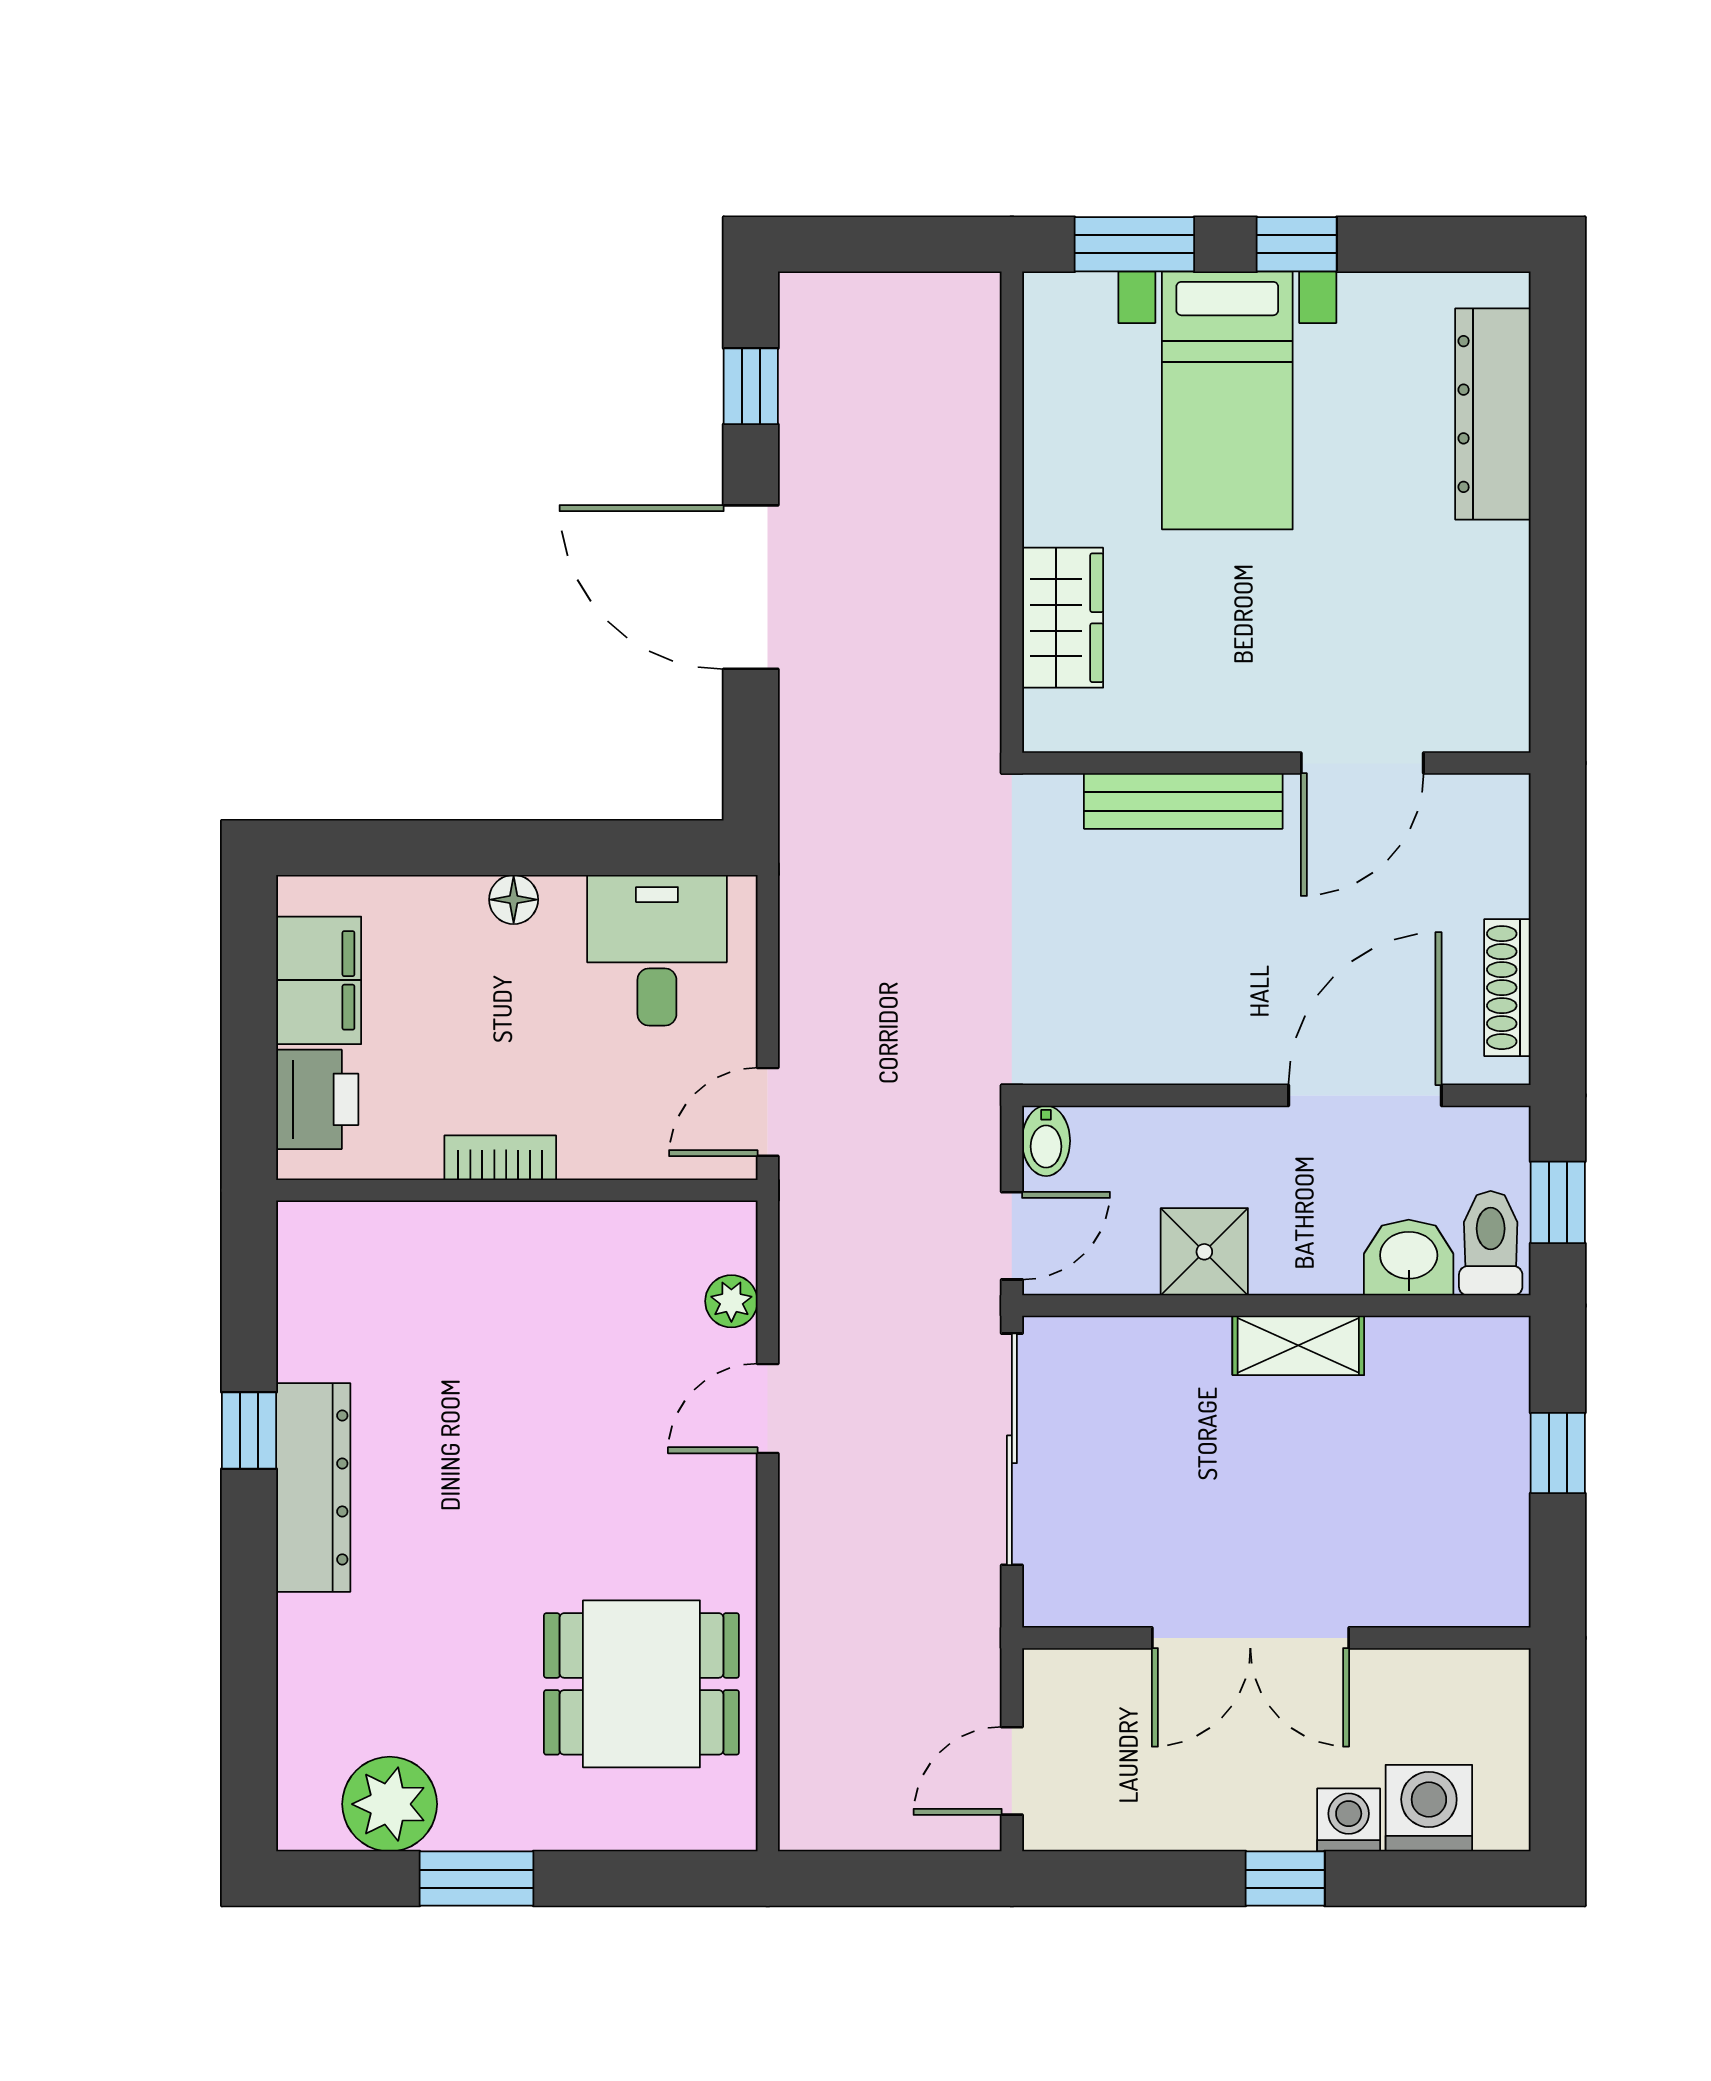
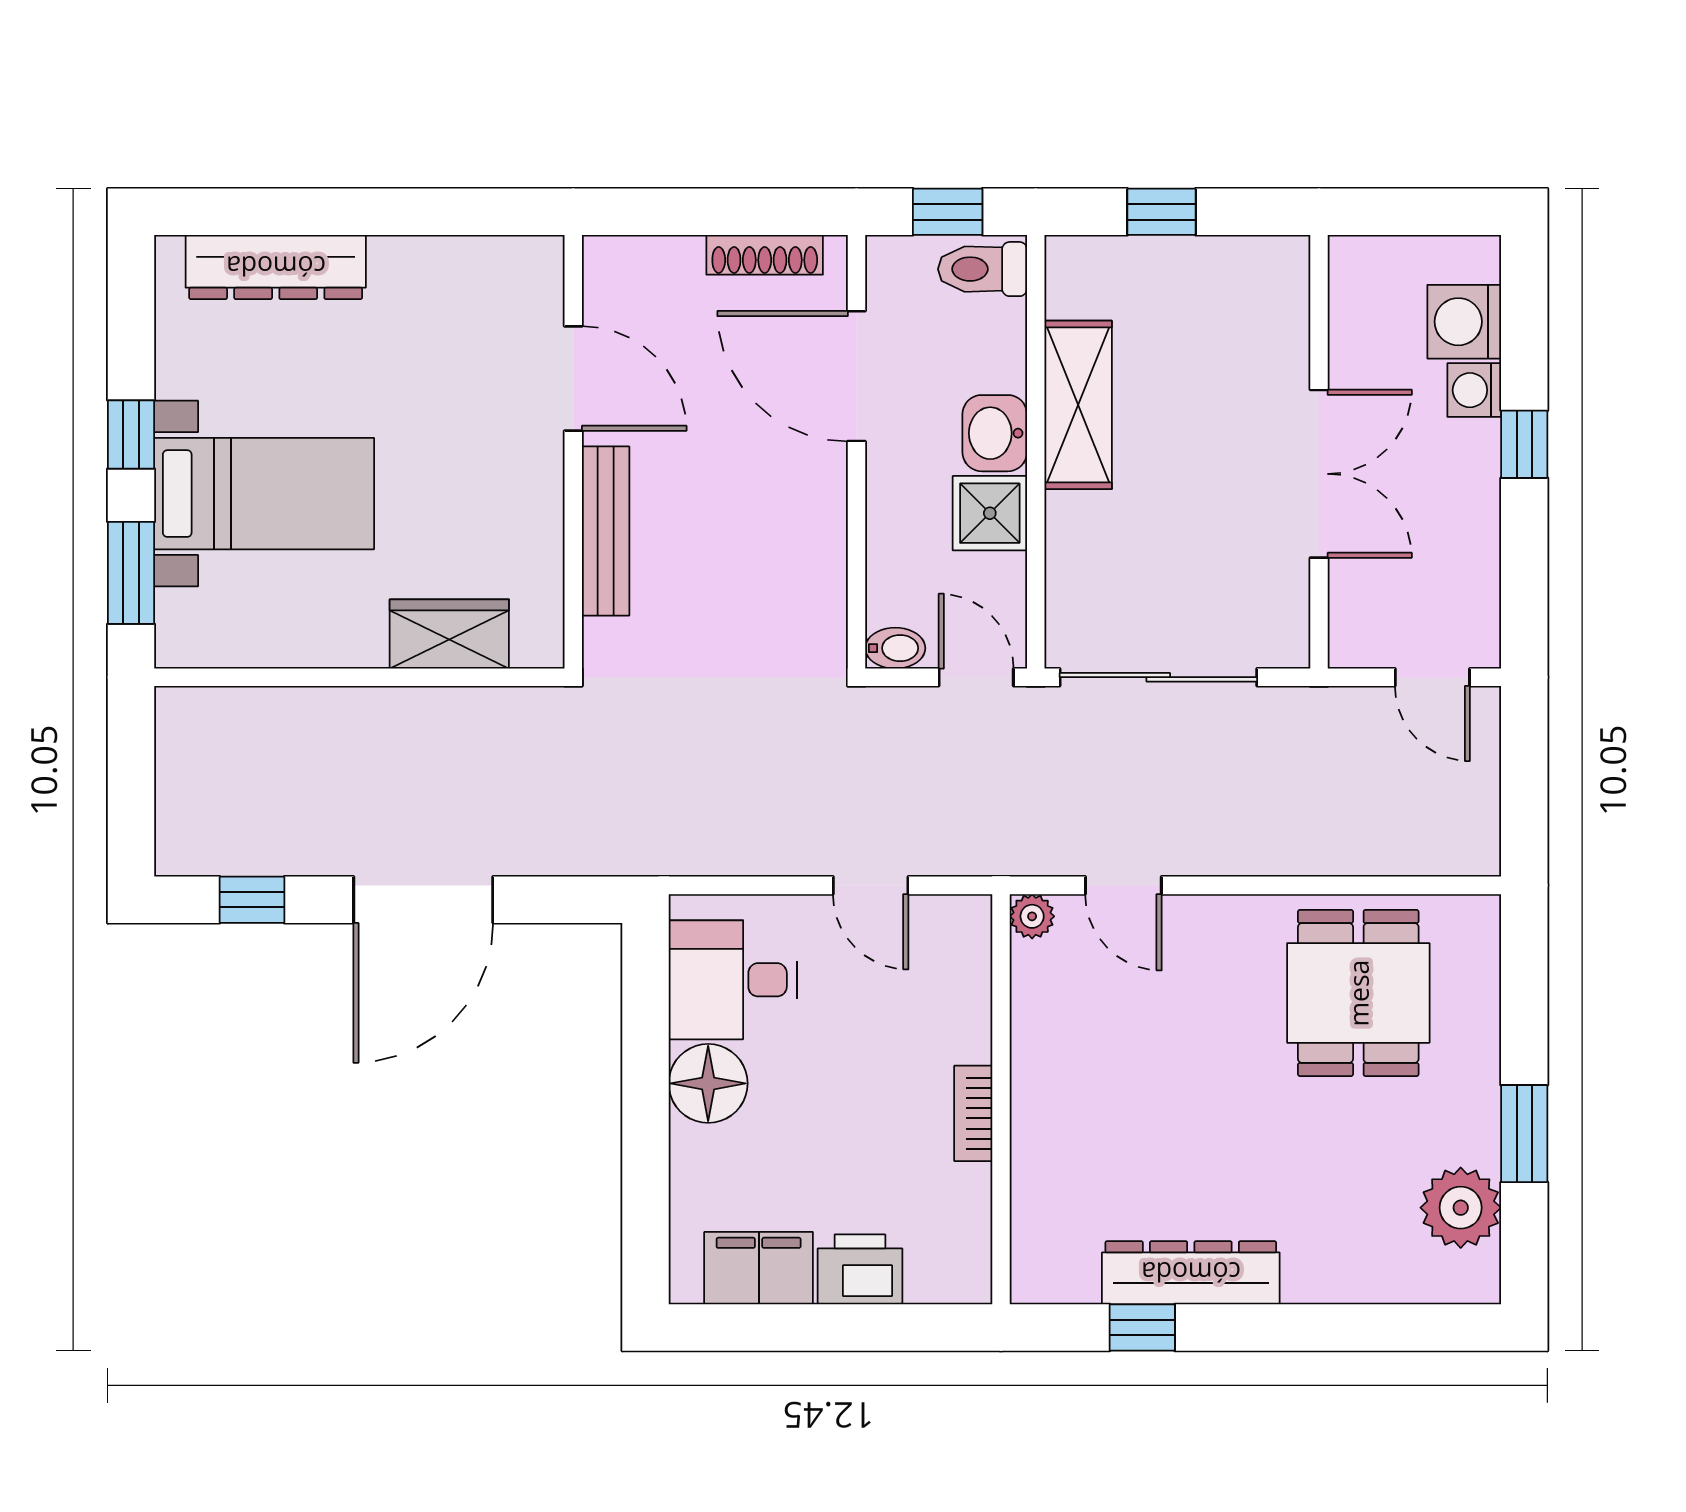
floor lamp: (514, 900) -> (708, 1083), width x1.89, depth x1.89
bookcase: (500, 1158) -> (973, 1113), moved
wall: (517, 1190) -> (1001, 1099), moved
washbasin: (1409, 1258) -> (995, 433), moved
shelving: (1298, 1345) -> (1078, 405), width x1.50, depth x1.33

